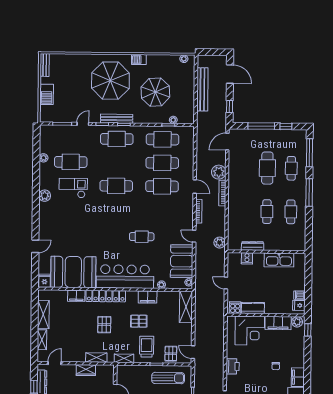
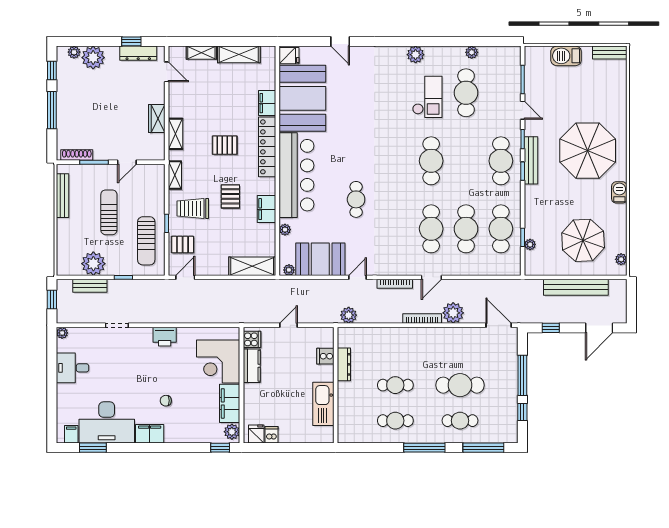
parasol: (155, 92) -> (583, 240), moved
trolley: (147, 347) -> (193, 208), turned 180

